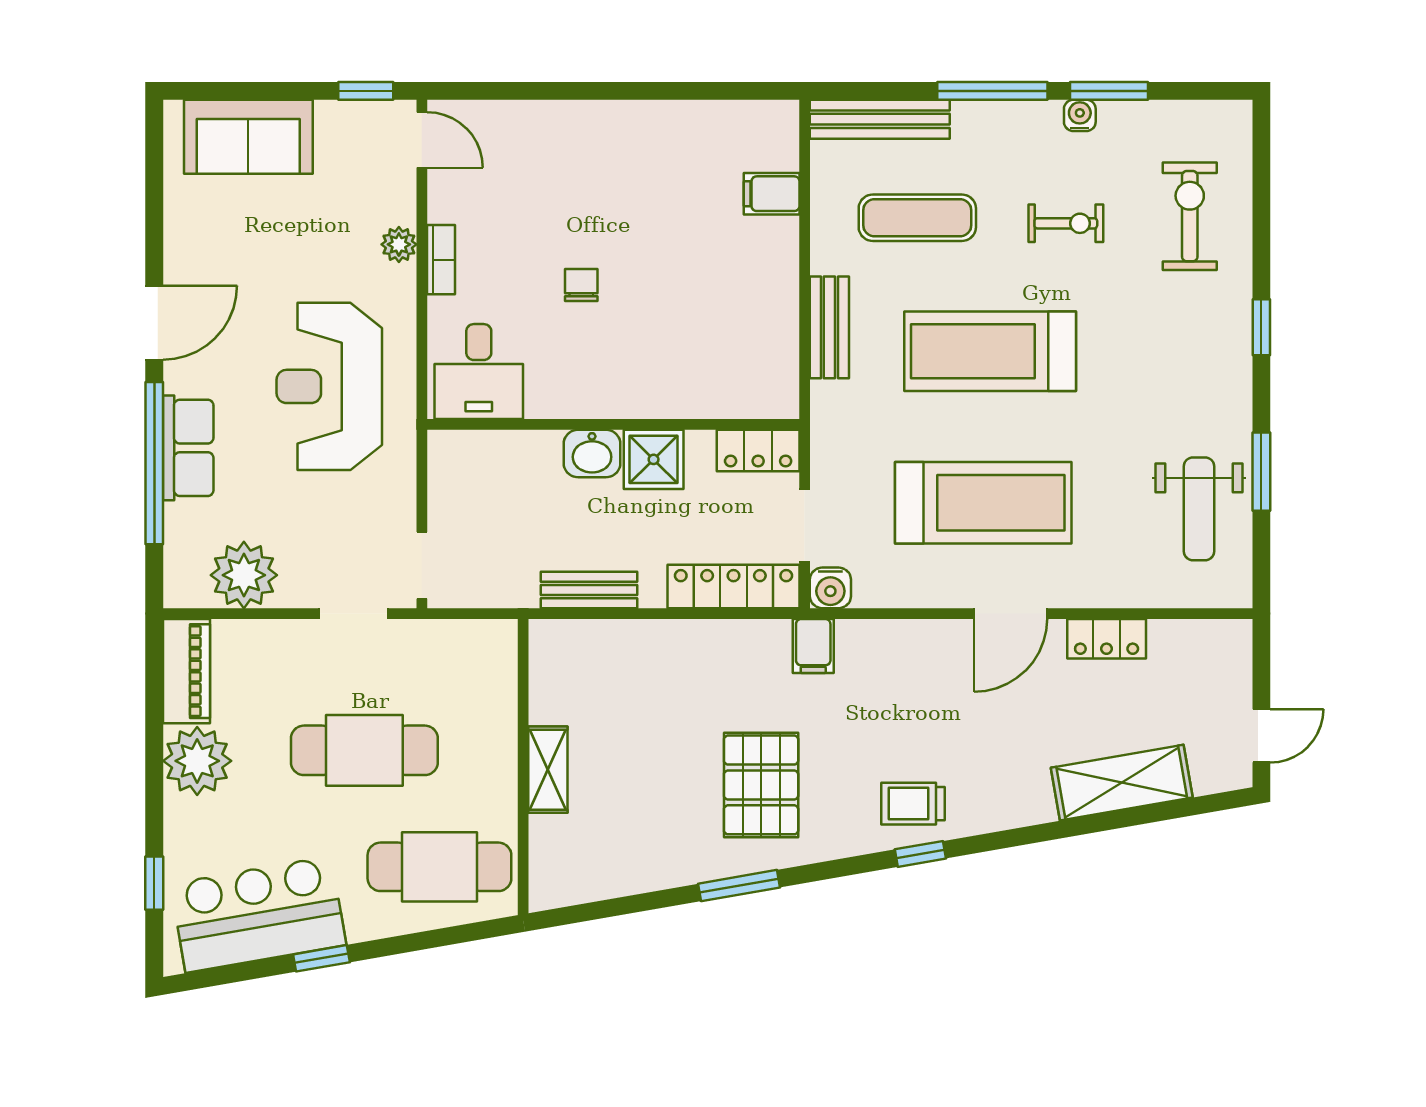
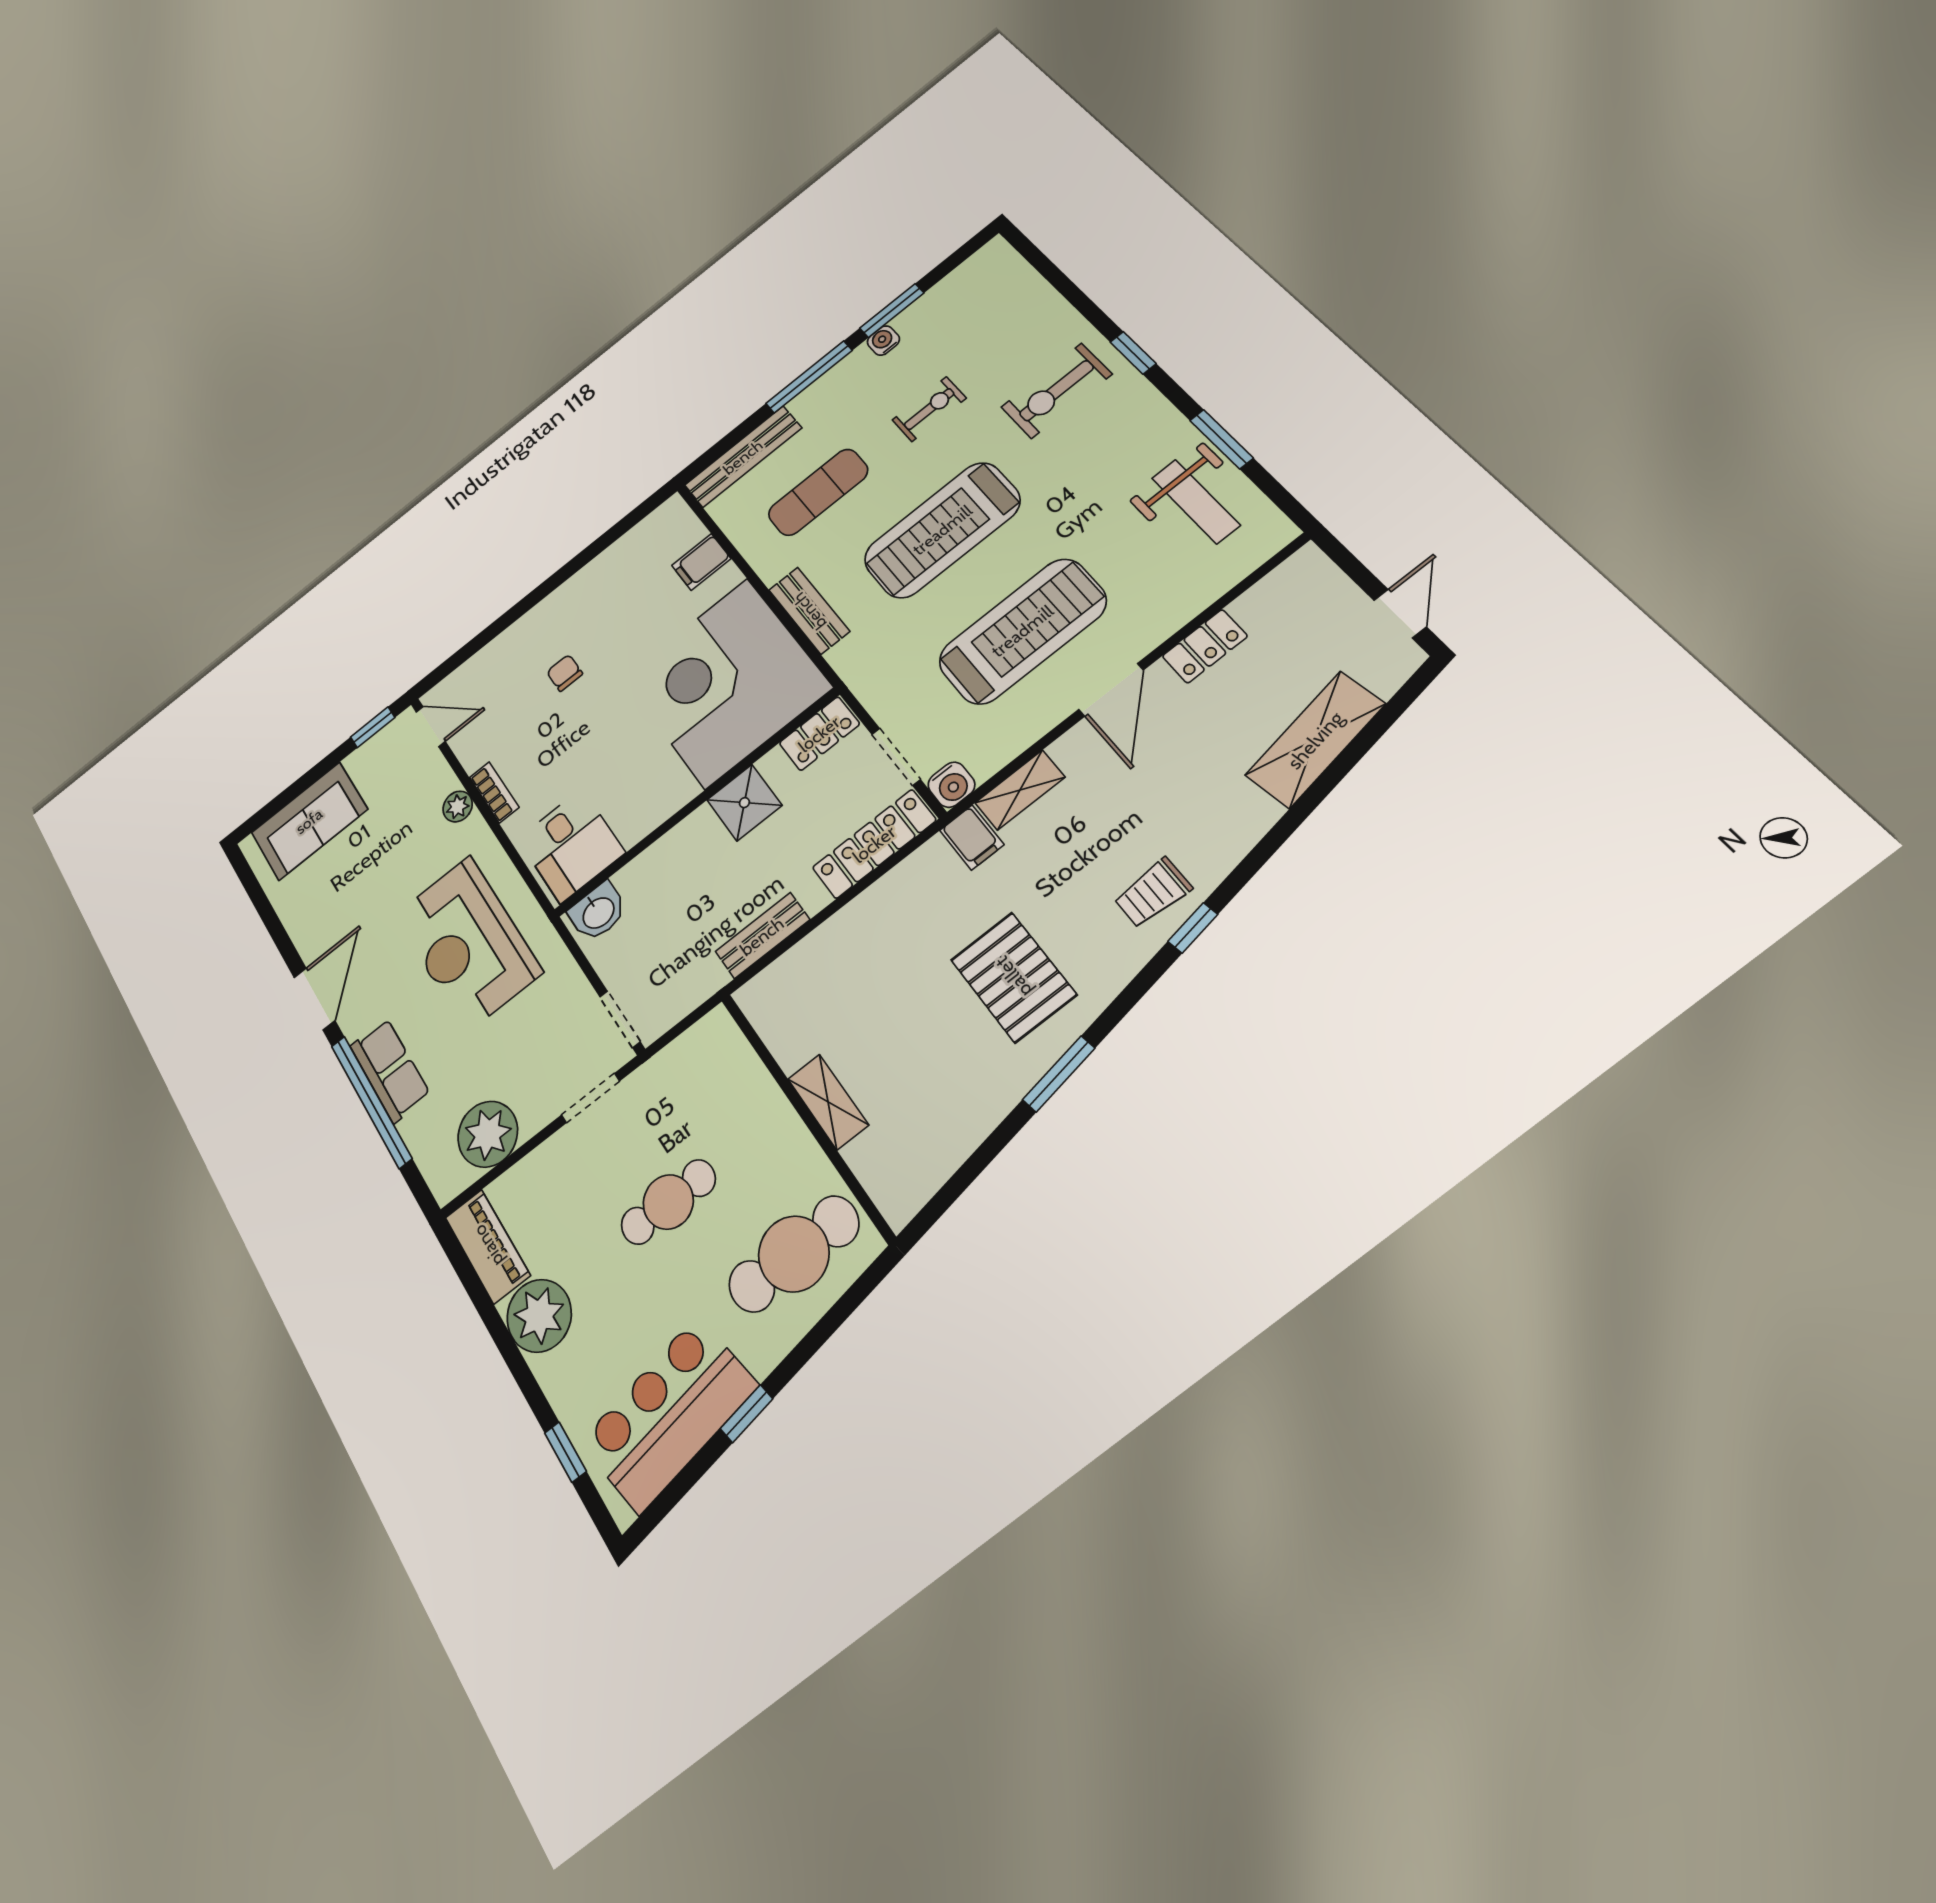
exercise bike: (1190, 216) -> (1057, 391), moved, turned -90
chair: (581, 285) -> (565, 673), moved
corner desk: (714, 333) -> (726, 683), added
washbasin: (592, 454) -> (598, 912), moved
shelving: (879, 638) -> (1020, 790), added
cafe table: (364, 750) -> (668, 1202), width x0.73, depth x0.74

